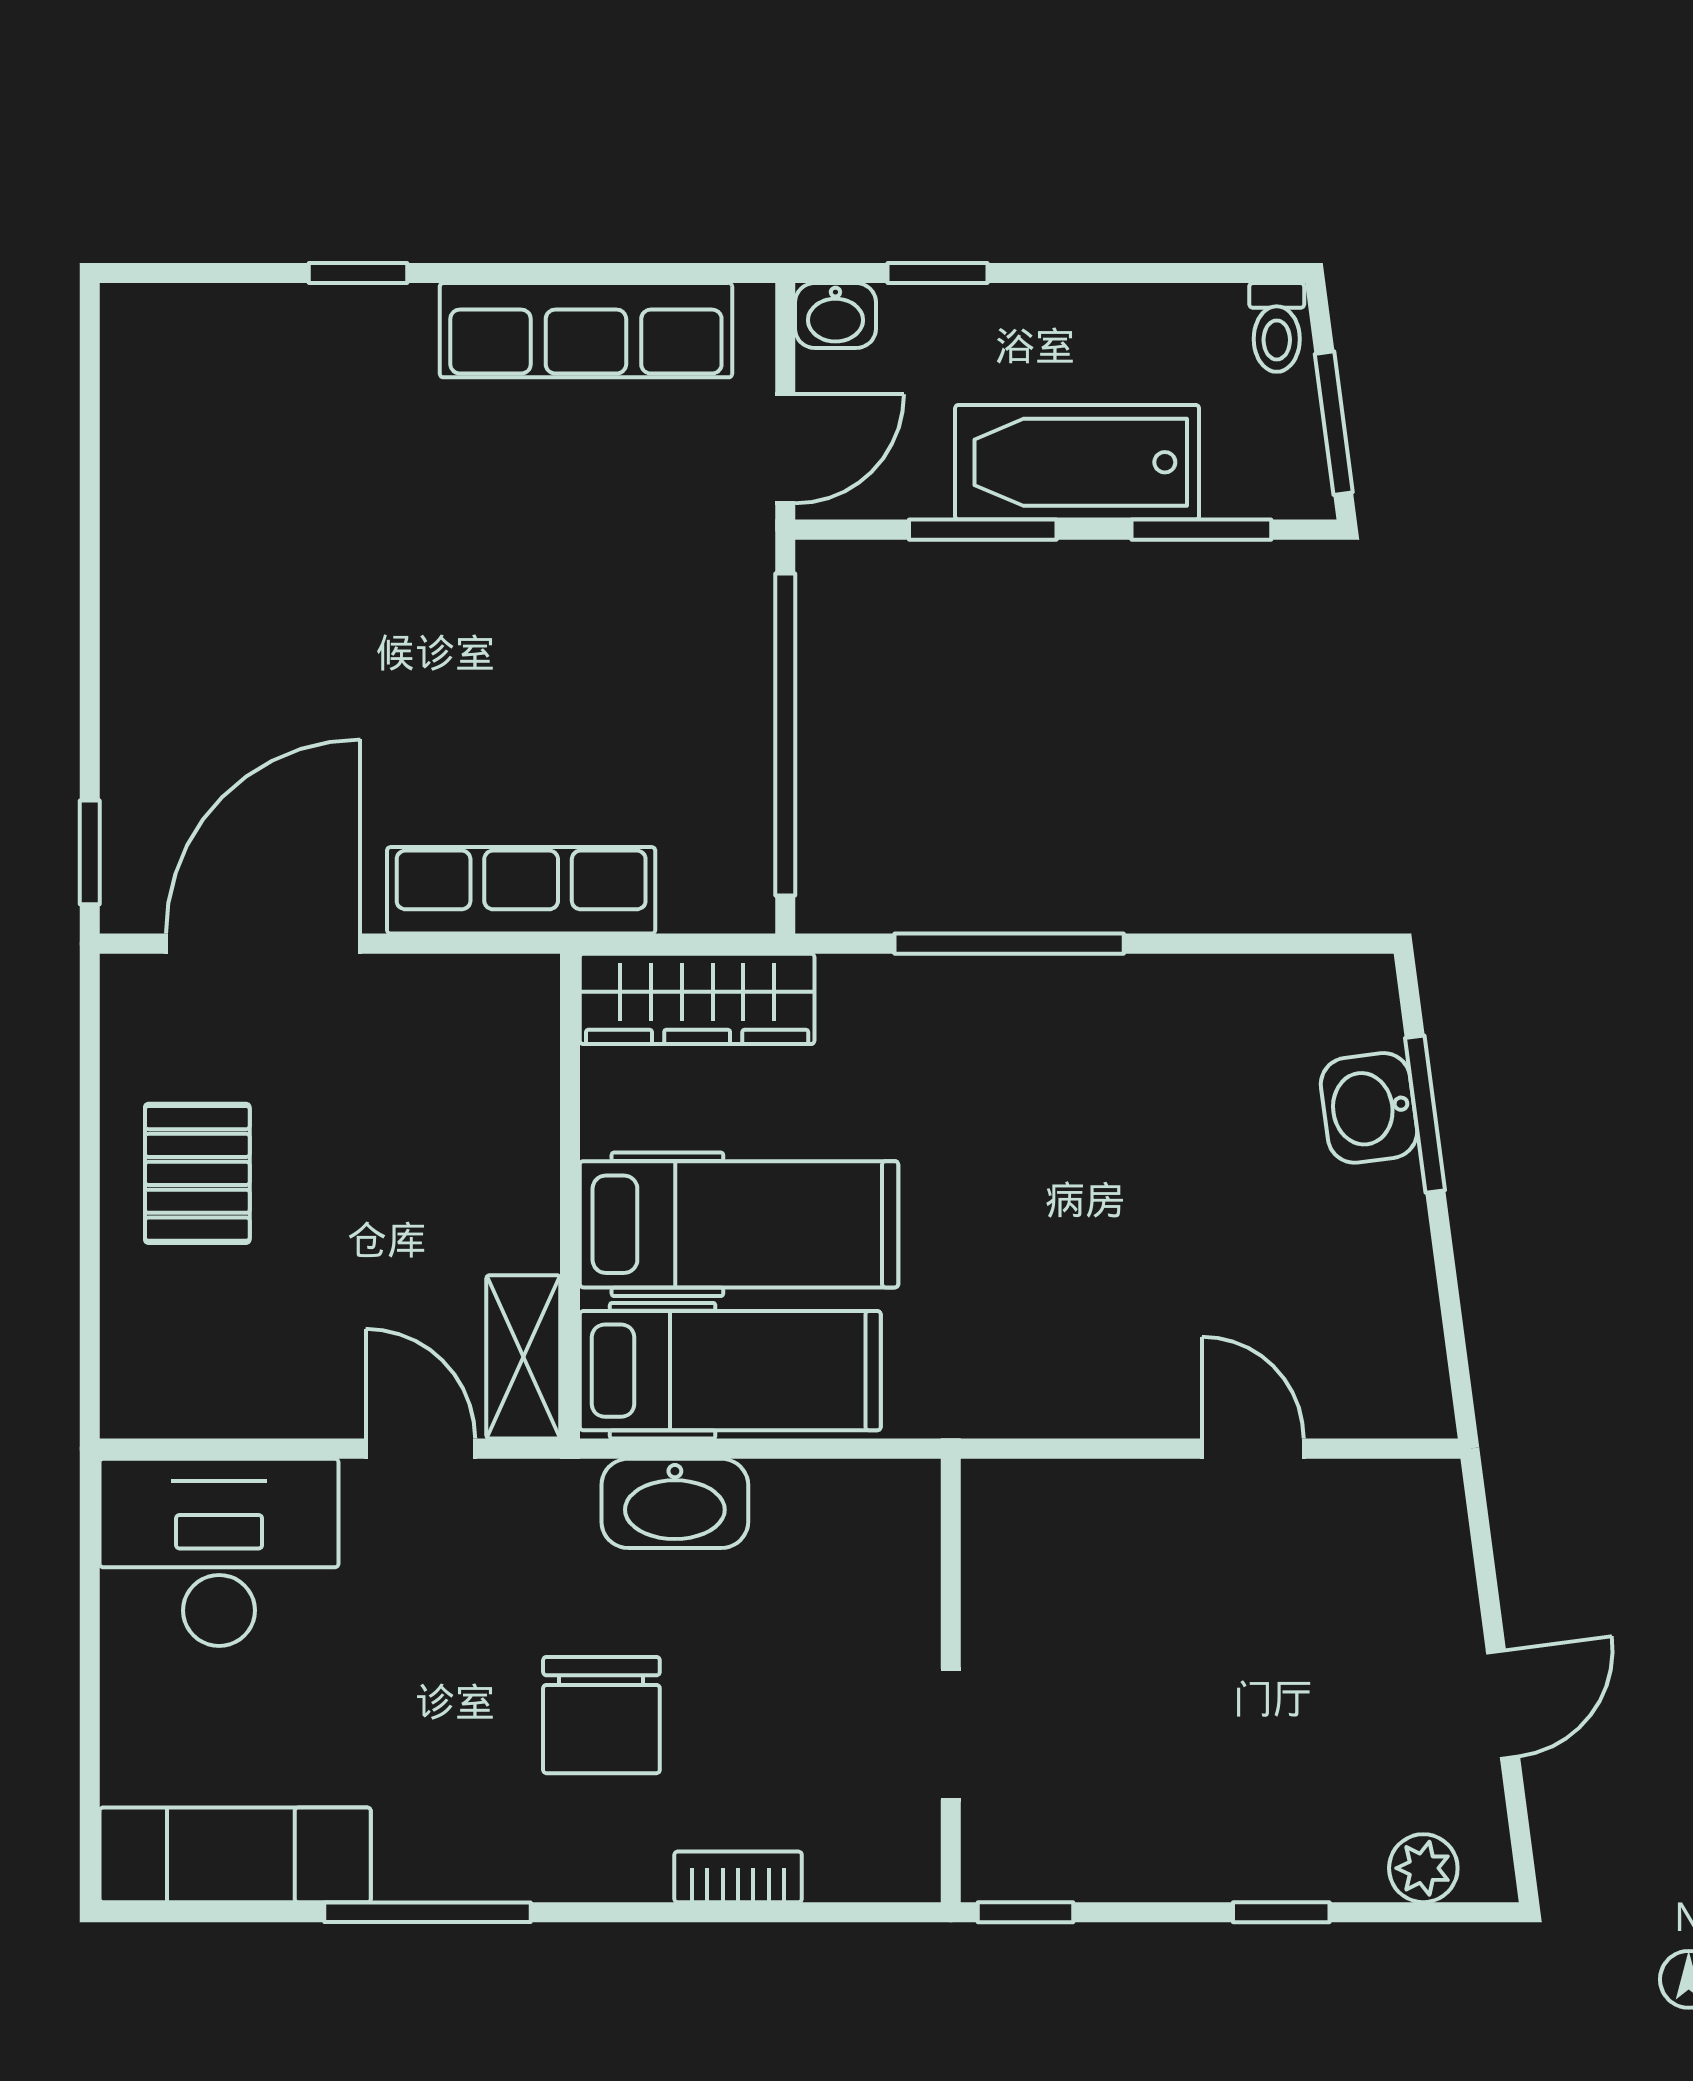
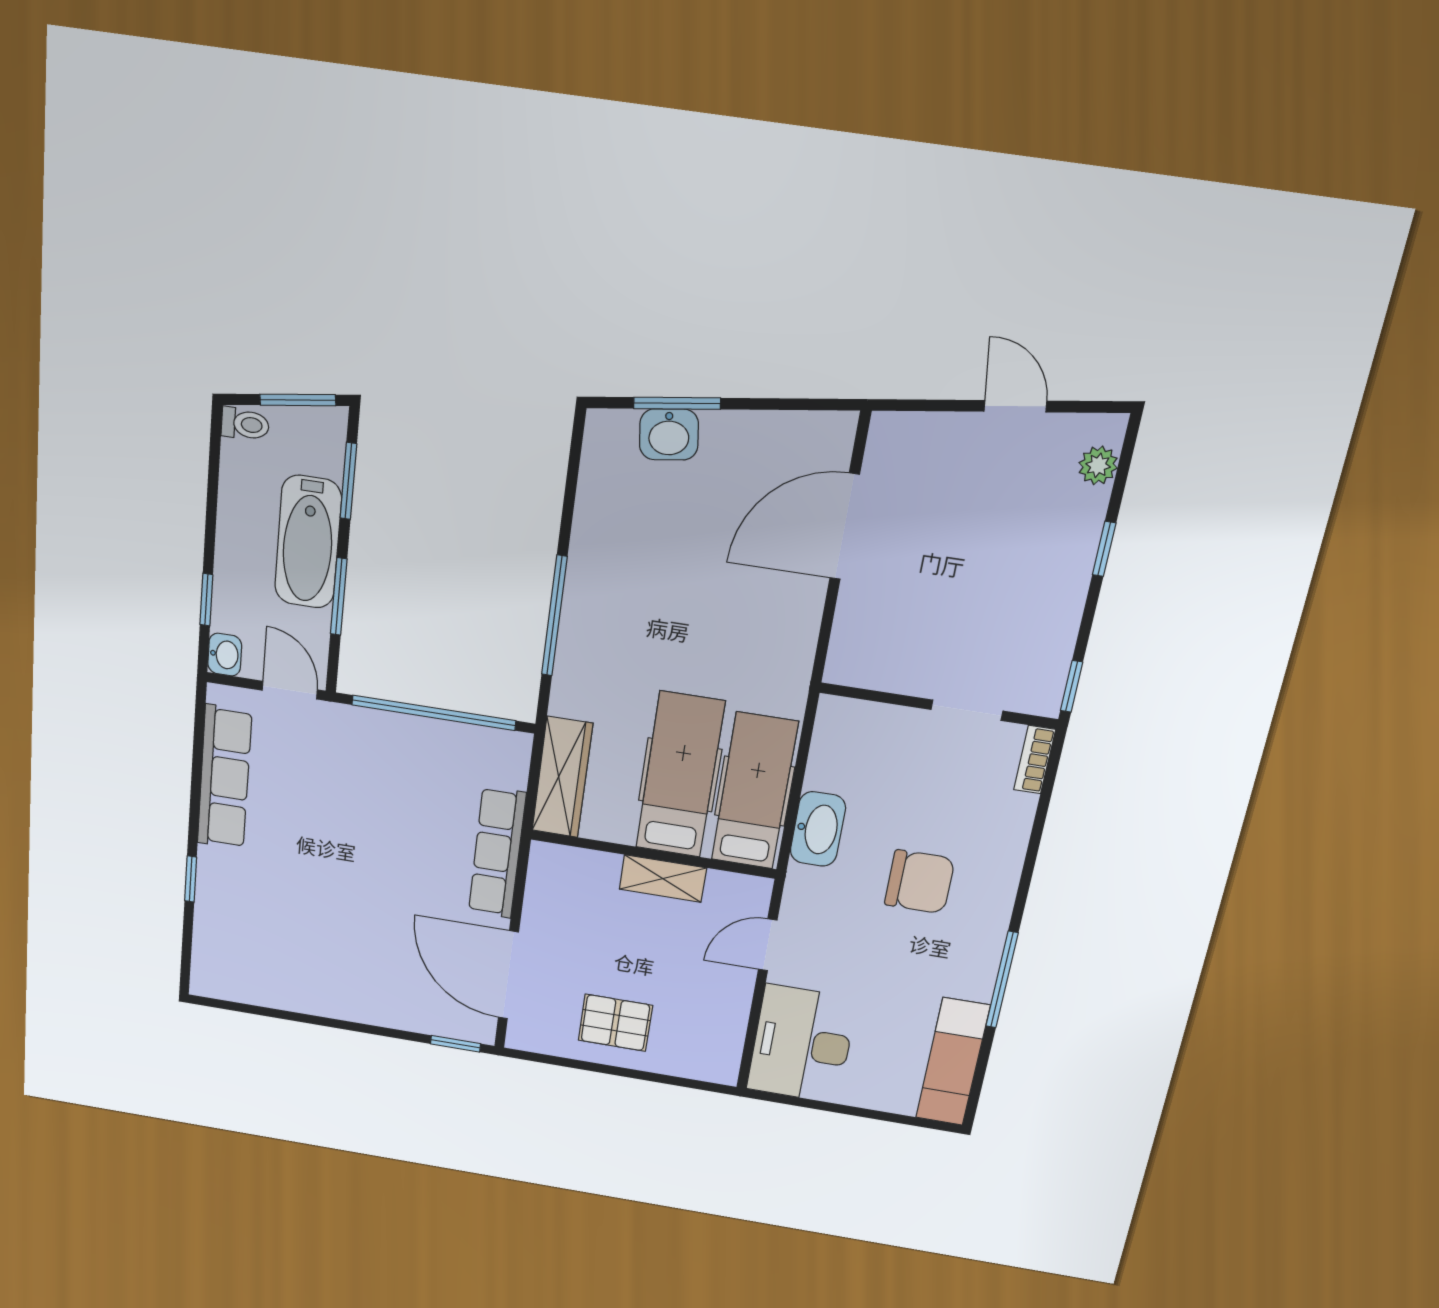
shelving: (523, 1357) -> (663, 879), moved
door: (1253, 1449) -> (845, 526), width x1.88
bookcase: (738, 1877) -> (1035, 760), moved

